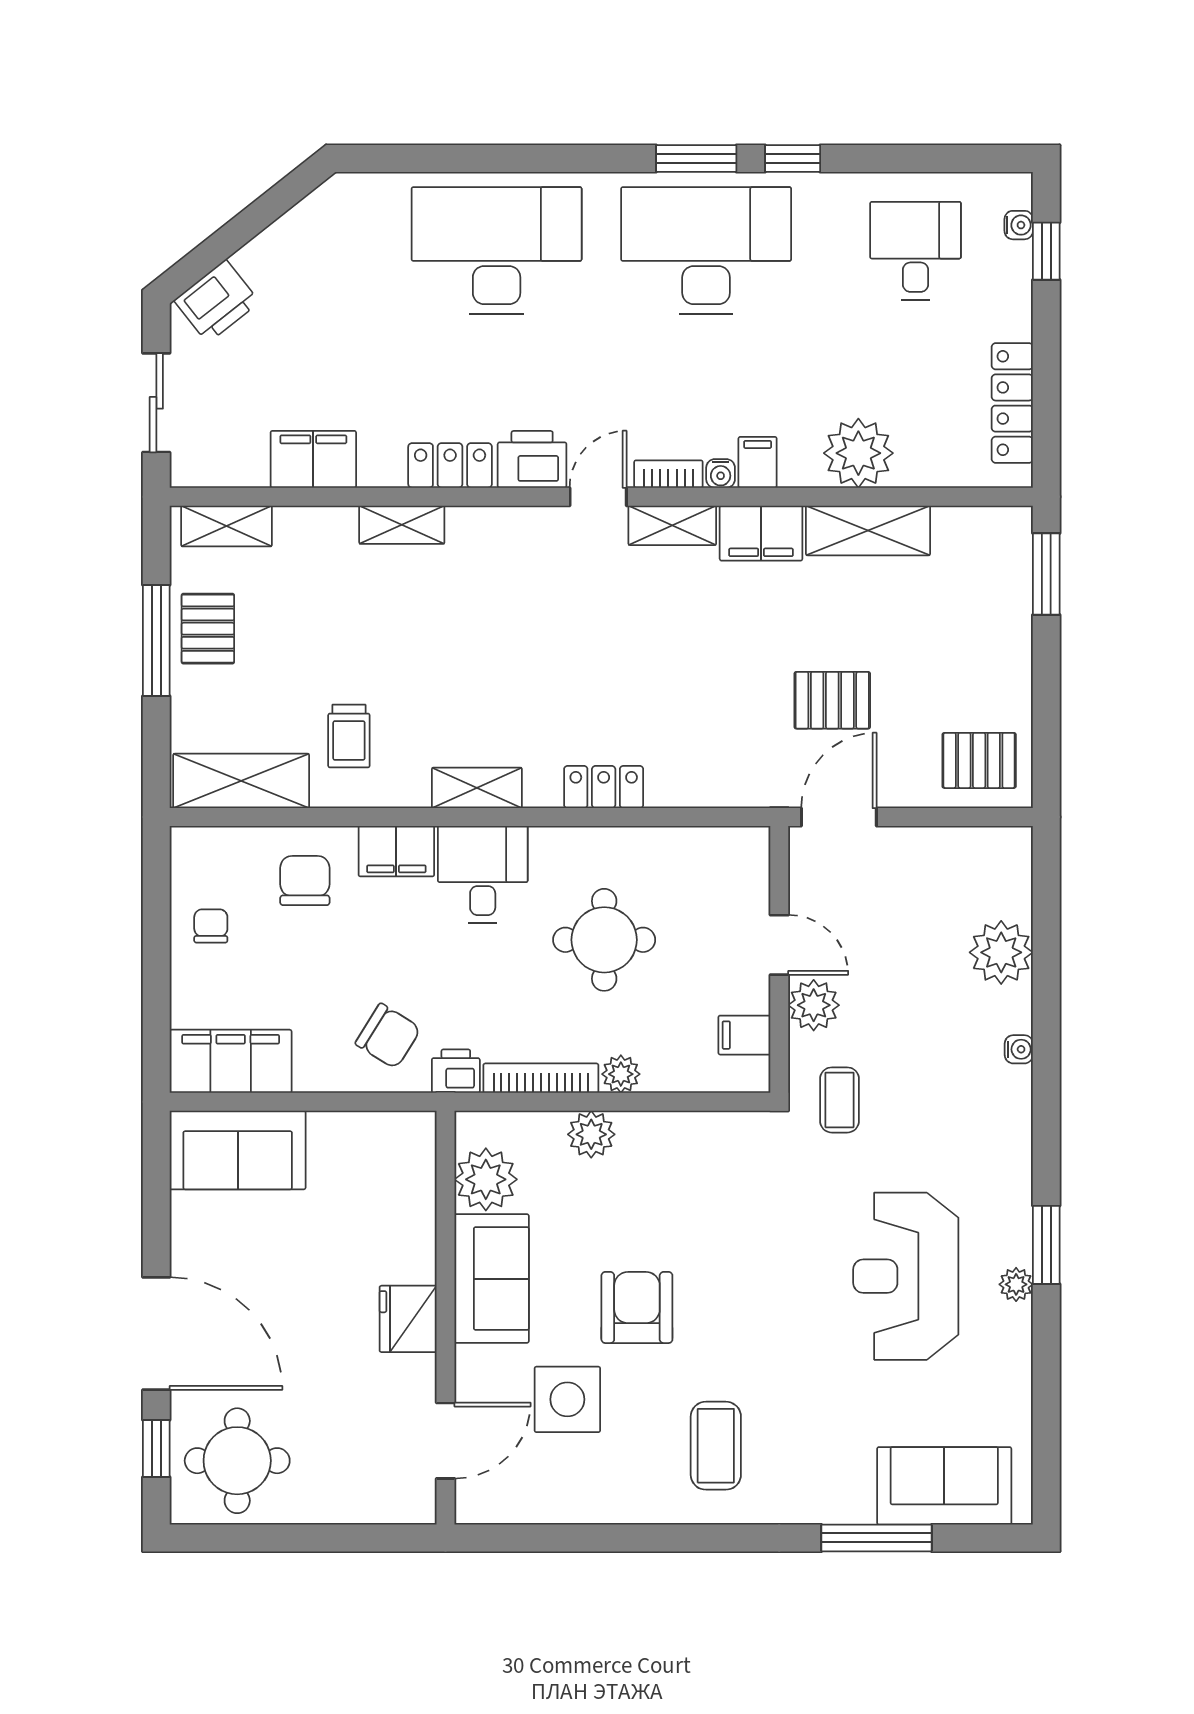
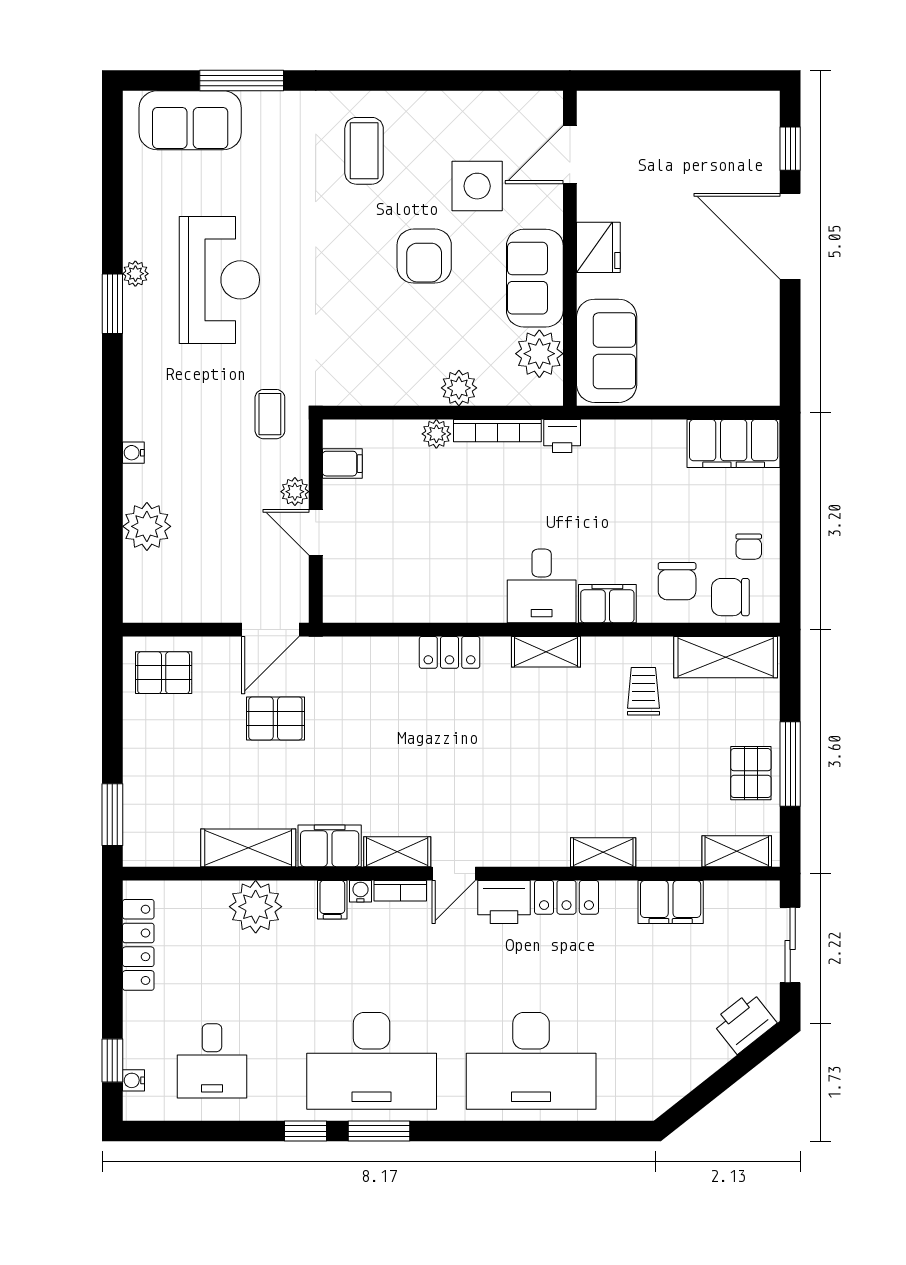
round table: (604, 940) -> (449, 536), removed
plant: (814, 1005) -> (295, 492), width x0.73, depth x0.73
chair: (388, 1036) -> (730, 597), moved, turned -32
sofa: (238, 1150) -> (607, 351), moved, turned 90
round table: (237, 1461) -> (729, 139), removed

